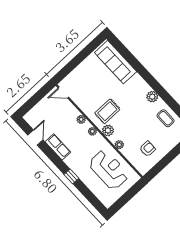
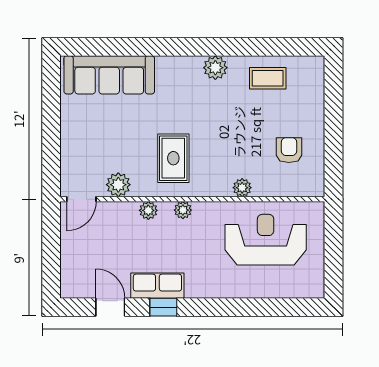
plant: (108, 130) -> (118, 185), moved
window: (71, 176) -> (163, 307), moved

